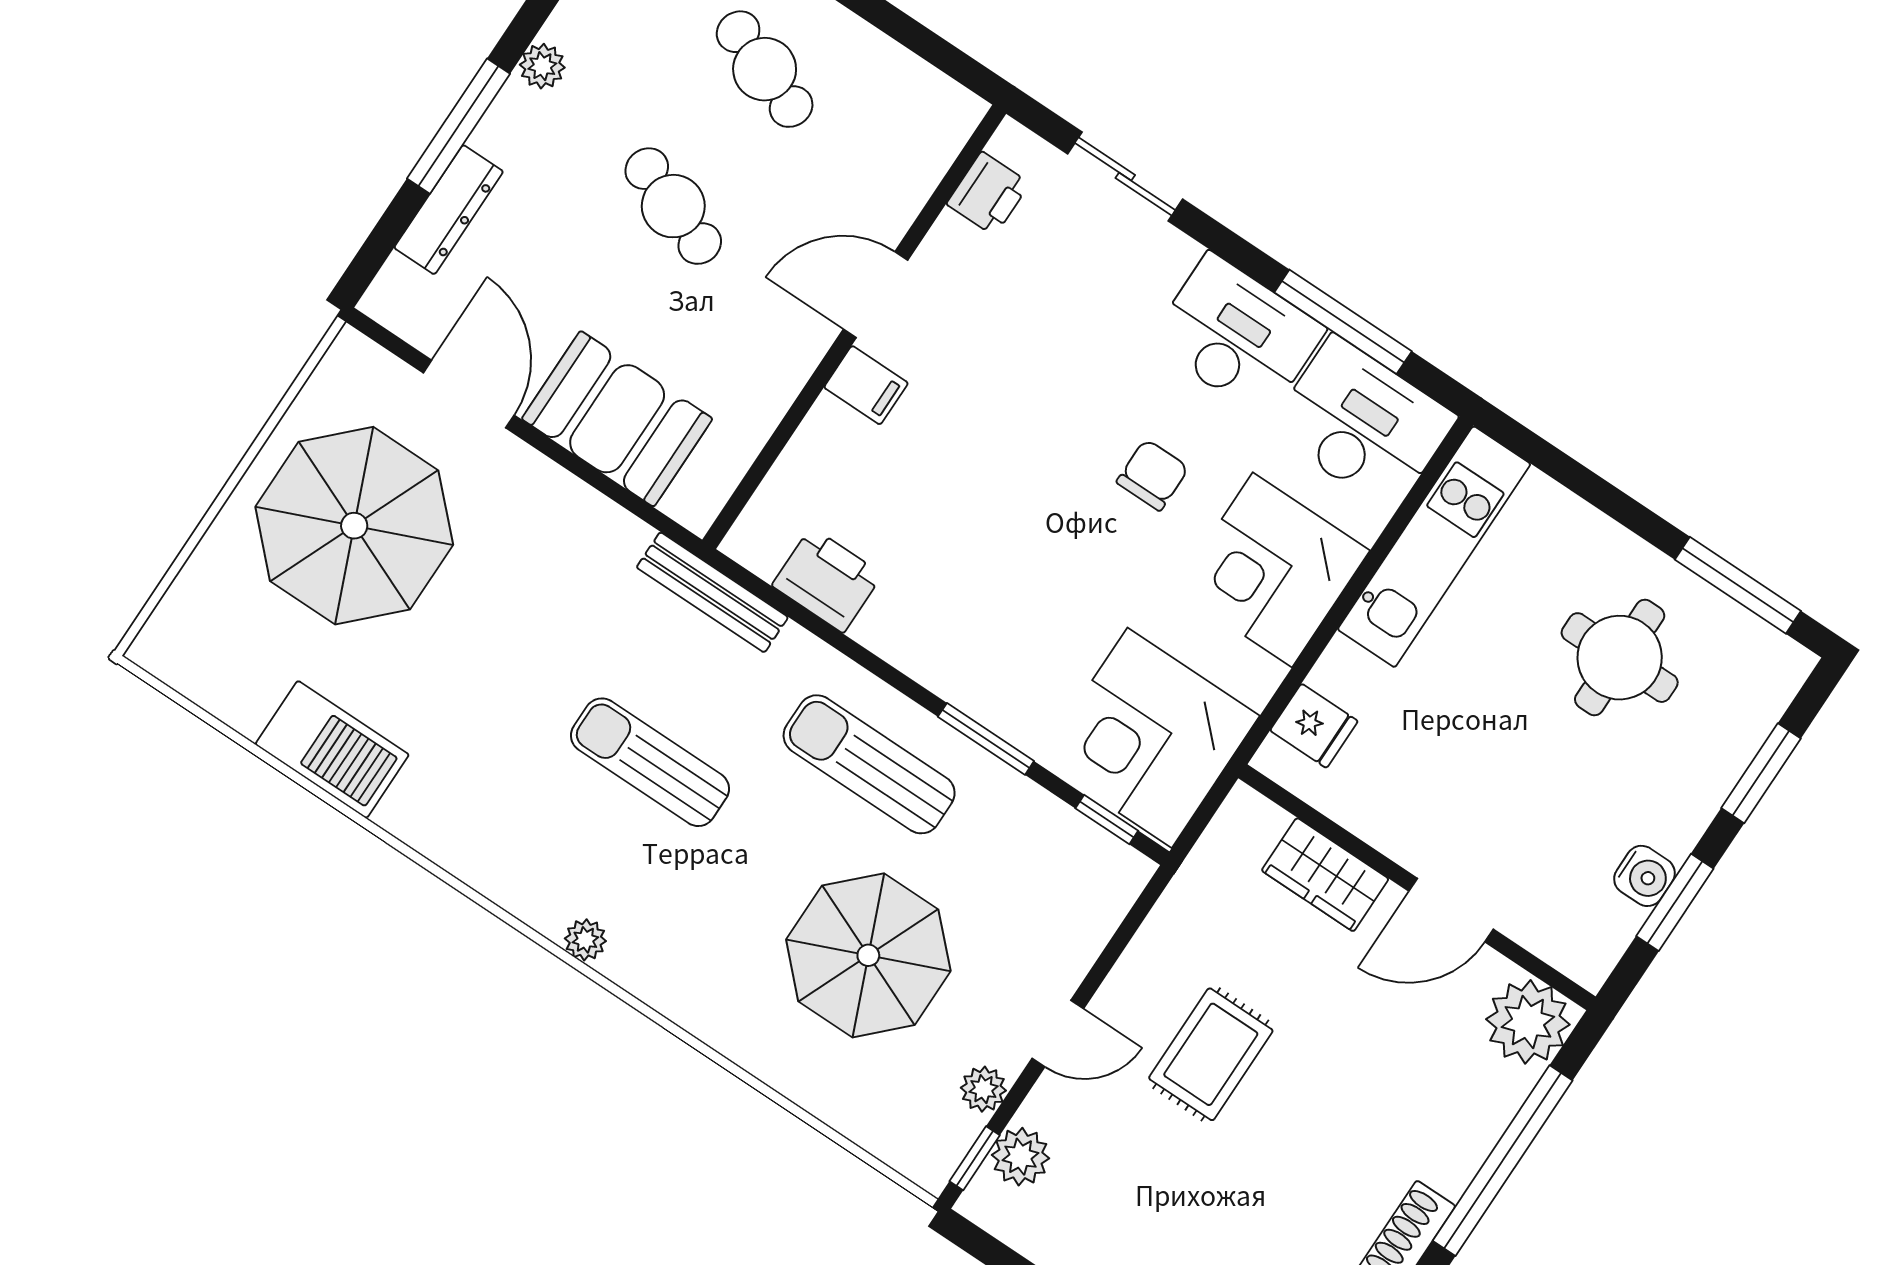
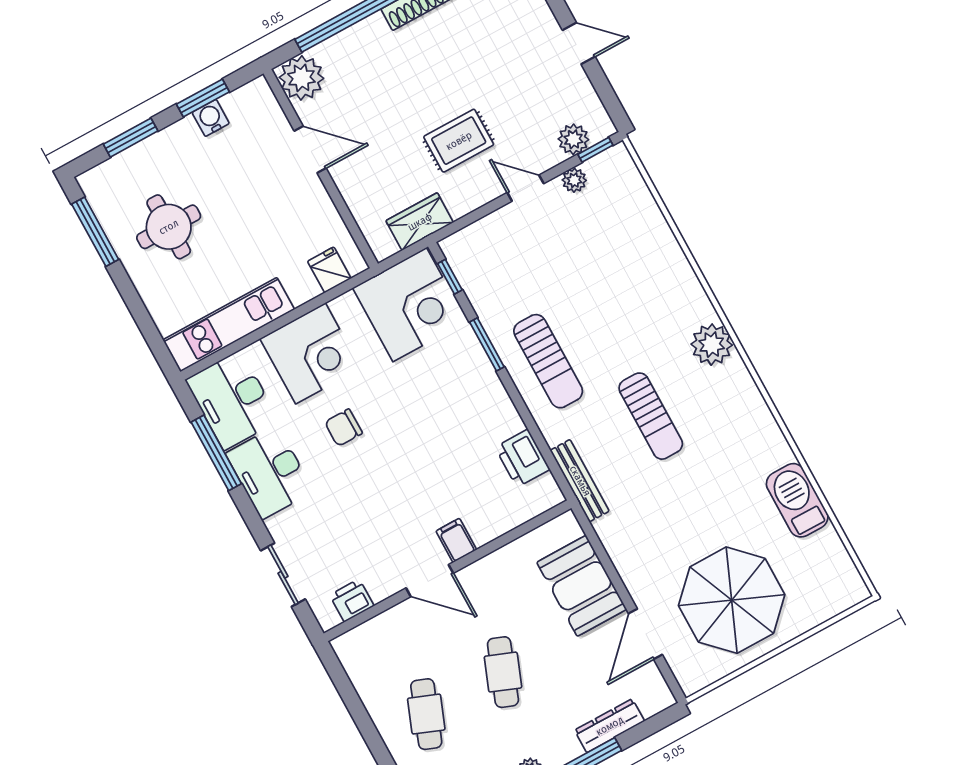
wardrobe: (1325, 875) -> (420, 222), moved, turned -90
plant: (585, 940) -> (712, 345), width x1.88, depth x1.88
parasol: (868, 955) -> (595, 272), removed

